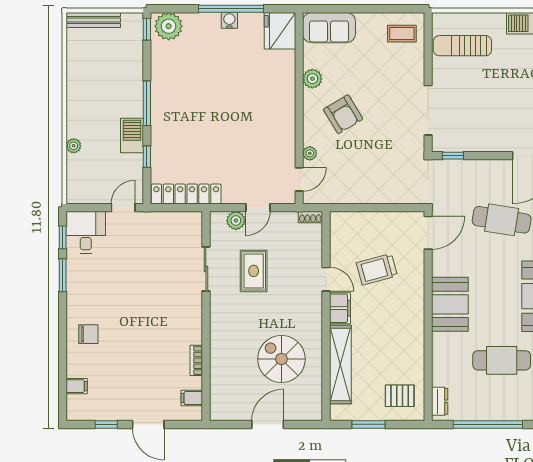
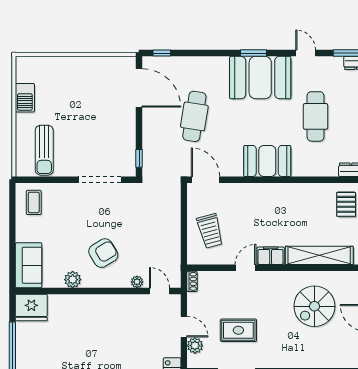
water cooler: (229, 20) -> (22, 351), removed
trolley: (377, 269) -> (210, 231), moved

